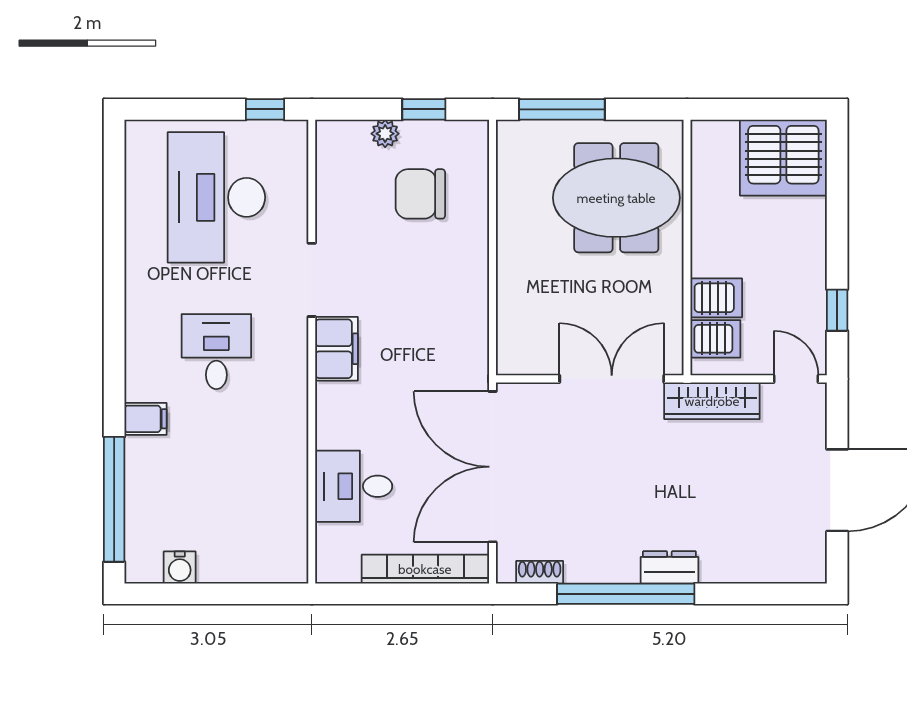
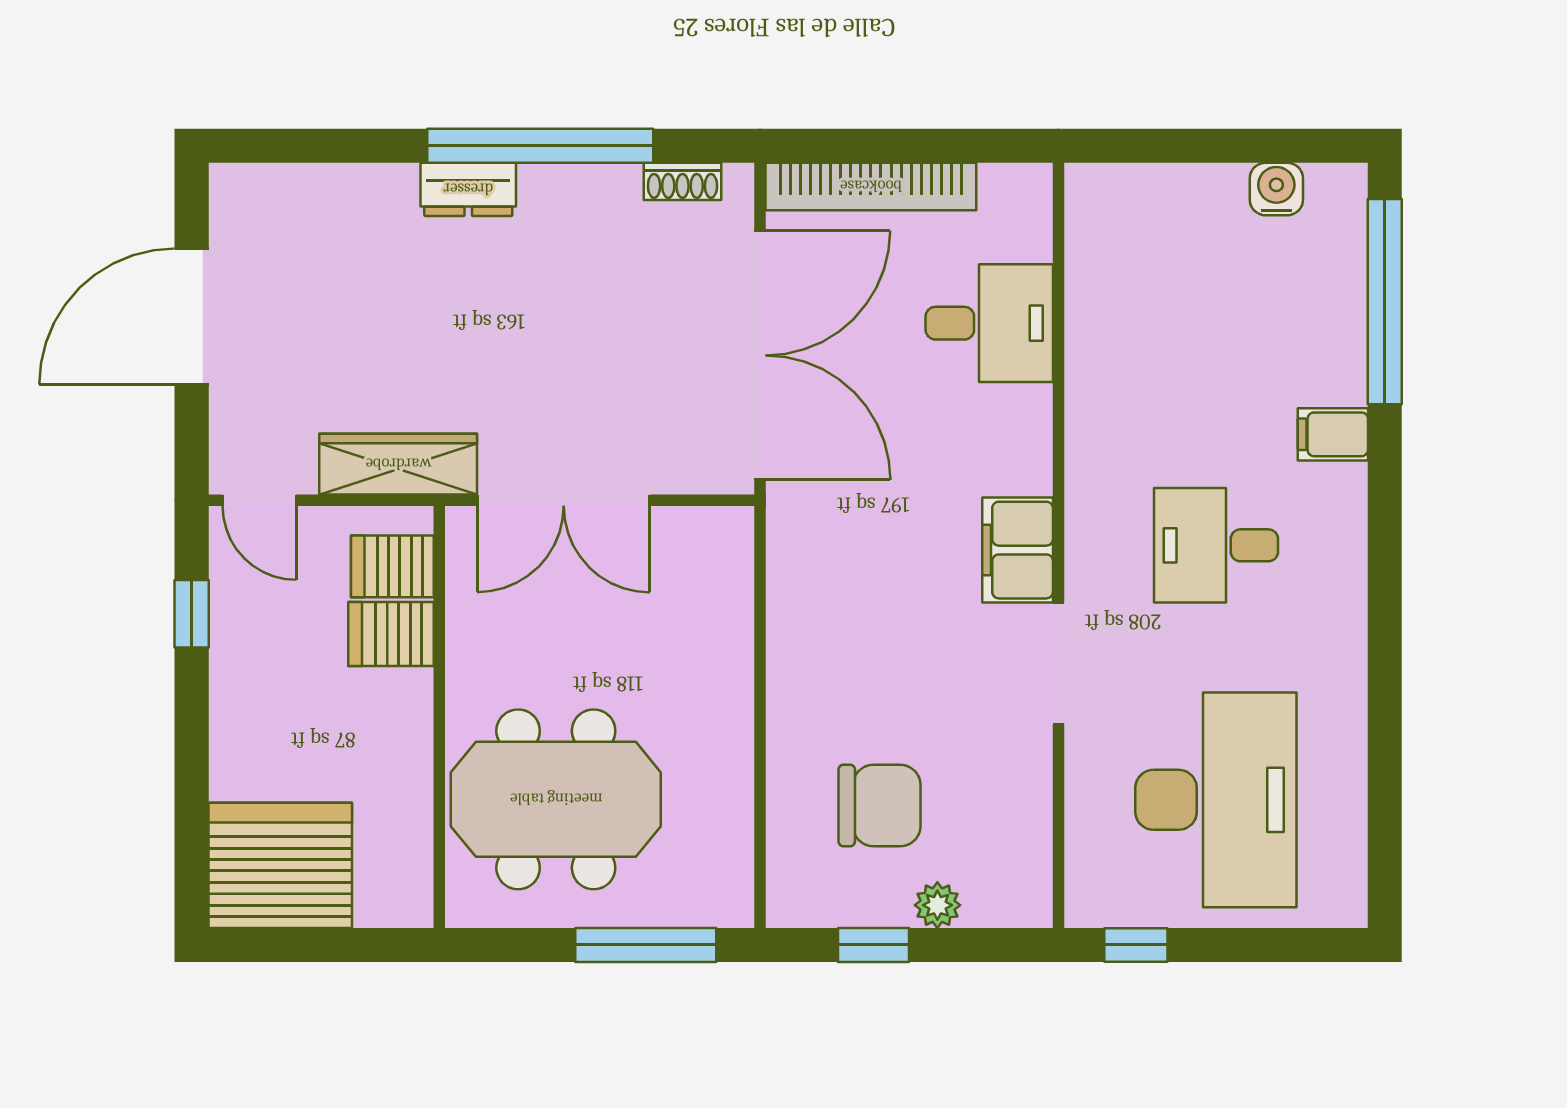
desk: (216, 352) -> (1216, 545), turned 90

